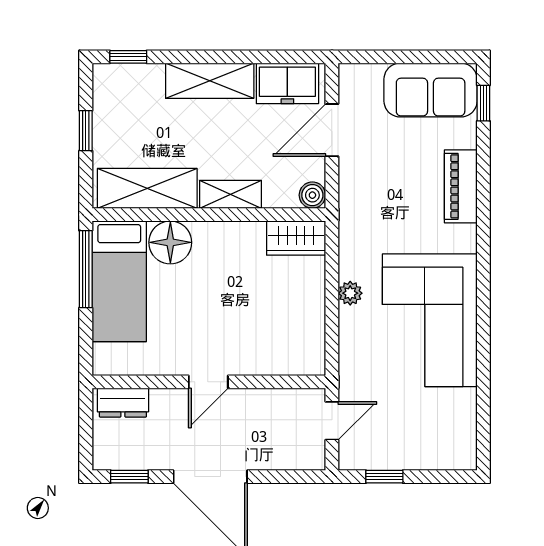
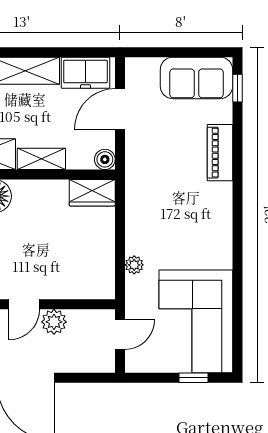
plant: (350, 293) -> (134, 265), moved
corner sofa: (430, 320) -> (196, 321), moved
plant: (247, 404) -> (54, 322), added
window: (384, 477) -> (194, 378), moved

